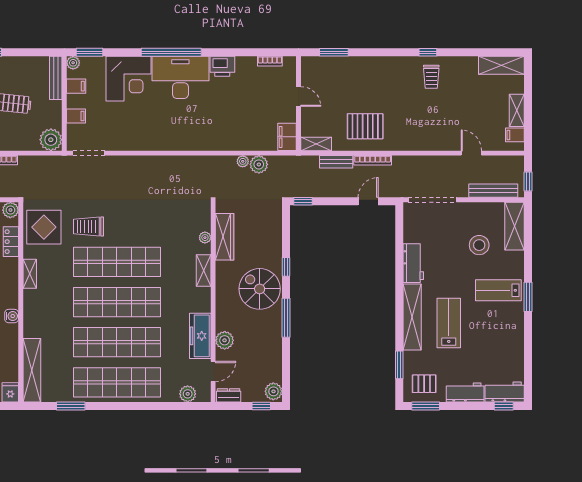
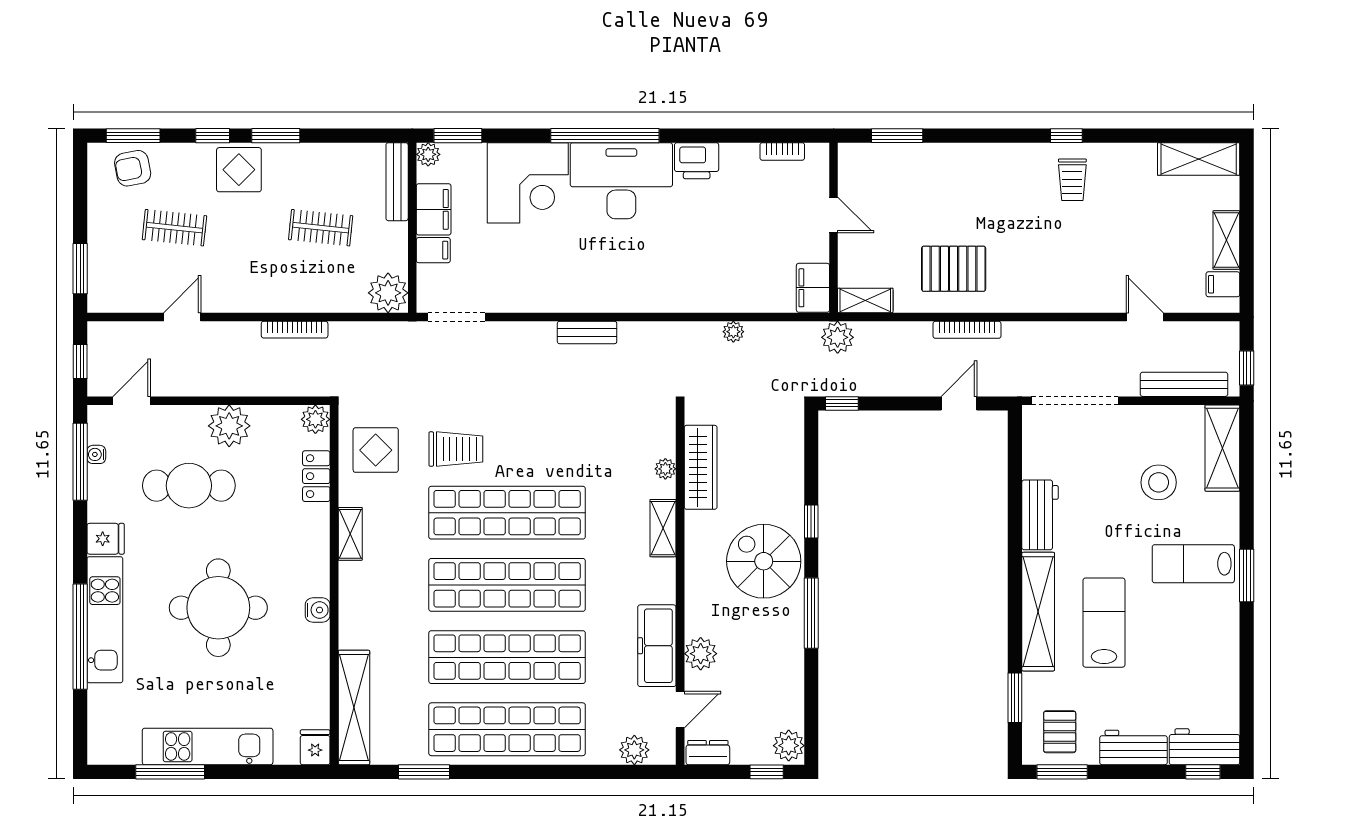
filing cabinet: (76, 86) -> (434, 209), width x2.00
bench: (336, 162) -> (587, 332), moved
plant: (259, 164) -> (838, 337), moved
display table: (44, 227) -> (376, 450), width x0.73, depth x0.73
trolley: (88, 227) -> (456, 449), turned 180
pallet: (424, 384) -> (1060, 732), turned 90

